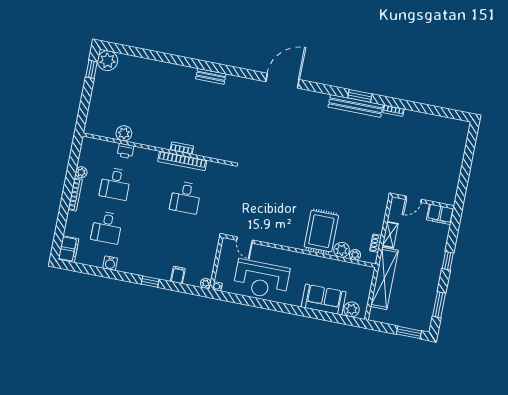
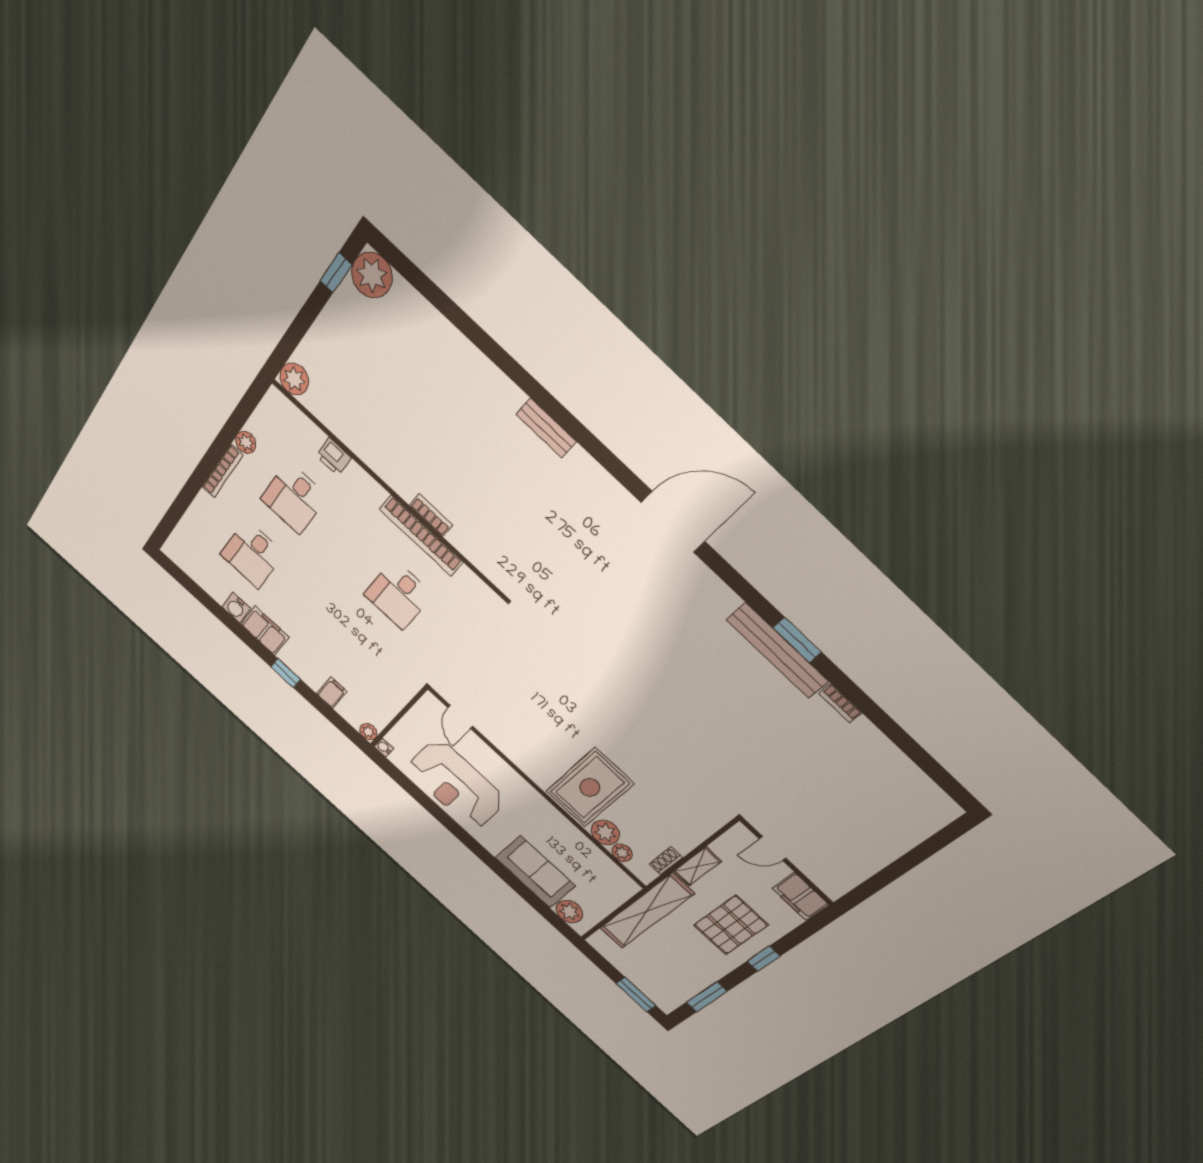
plant: (124, 133) -> (294, 379), moved
filing cabinet: (69, 249) -> (265, 631), moved, turned -90
pallet: (423, 254) -> (731, 925), added

